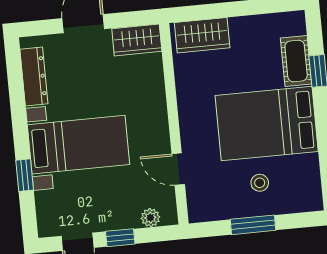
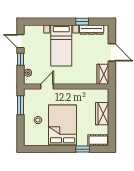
wardrobe: (202, 35) -> (102, 114), moved
cot: (296, 61) -> (98, 140), moved
window: (25, 175) -> (82, 22), moved
window: (253, 225) -> (21, 105), moved

